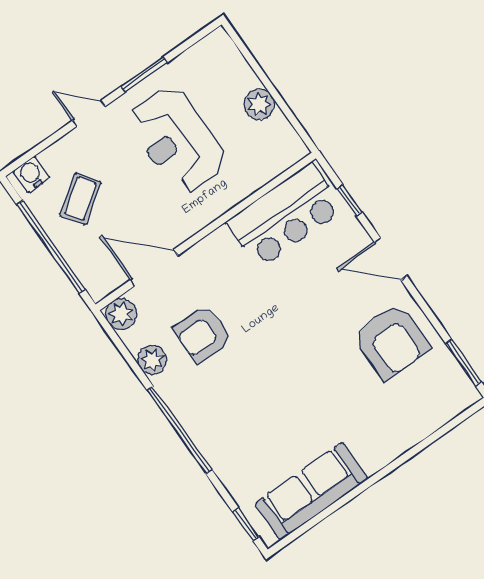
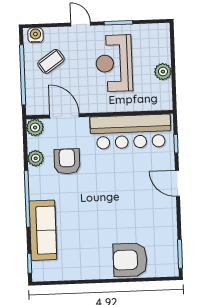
bar counter: (285, 216) -> (131, 132), width x1.36
armchair: (203, 334) -> (67, 161), turned 90
armchair: (391, 341) -> (130, 260), moved, turned 90
sofa: (311, 491) -> (43, 230), moved, turned 90

